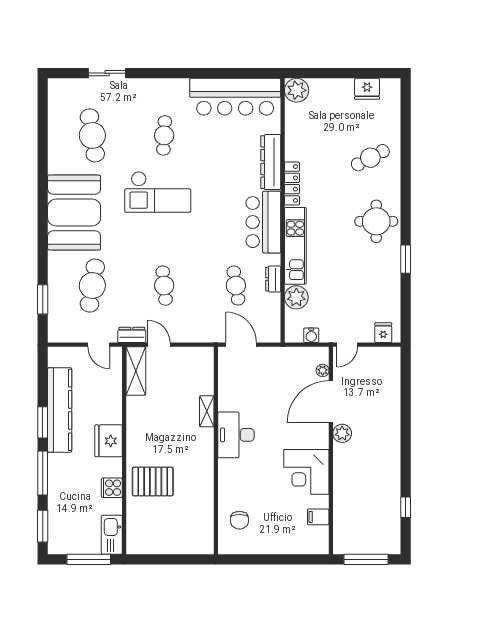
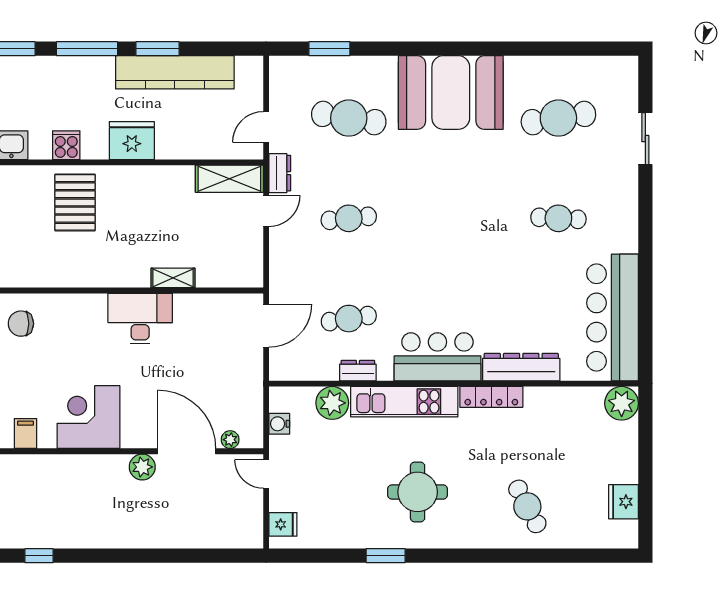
checkout: (158, 192) -> (479, 209), removed
round table: (376, 221) -> (418, 492), moved

